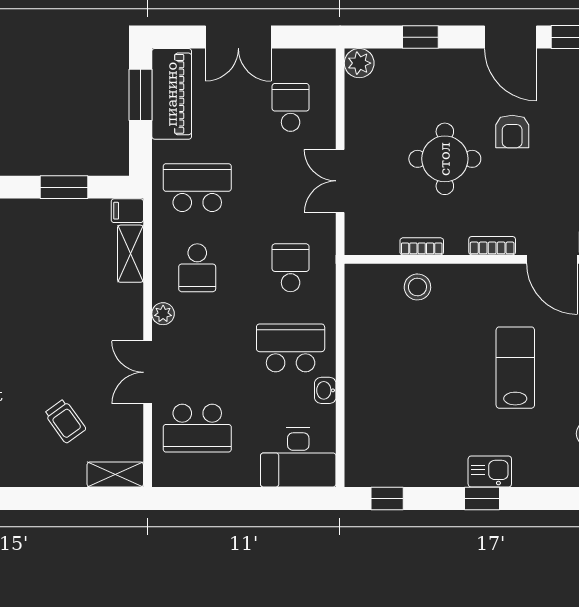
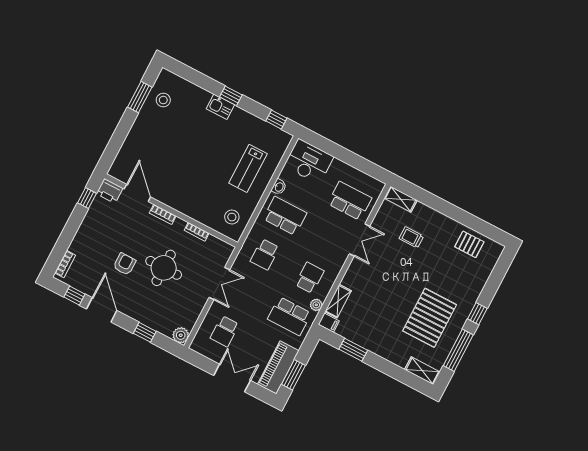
stool: (417, 287) -> (232, 217), moved
plant: (163, 314) -> (316, 305), moved
school desk: (291, 348) -> (285, 216), turned 180
lab bench: (515, 368) -> (248, 168), moved
trolley: (65, 421) -> (411, 237), turned -54

